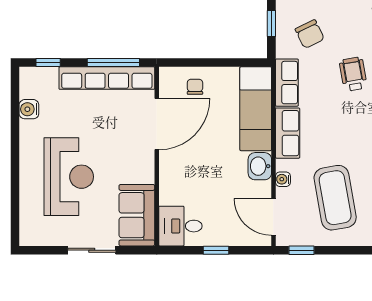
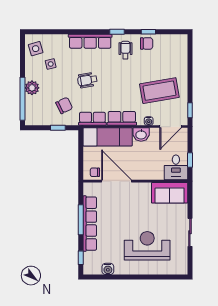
door: (157, 124) -> (117, 181), moved
wall: (157, 156) -> (135, 181), moved
sofa: (137, 215) -> (170, 193), moved
desk: (180, 226) -> (176, 167), moved

